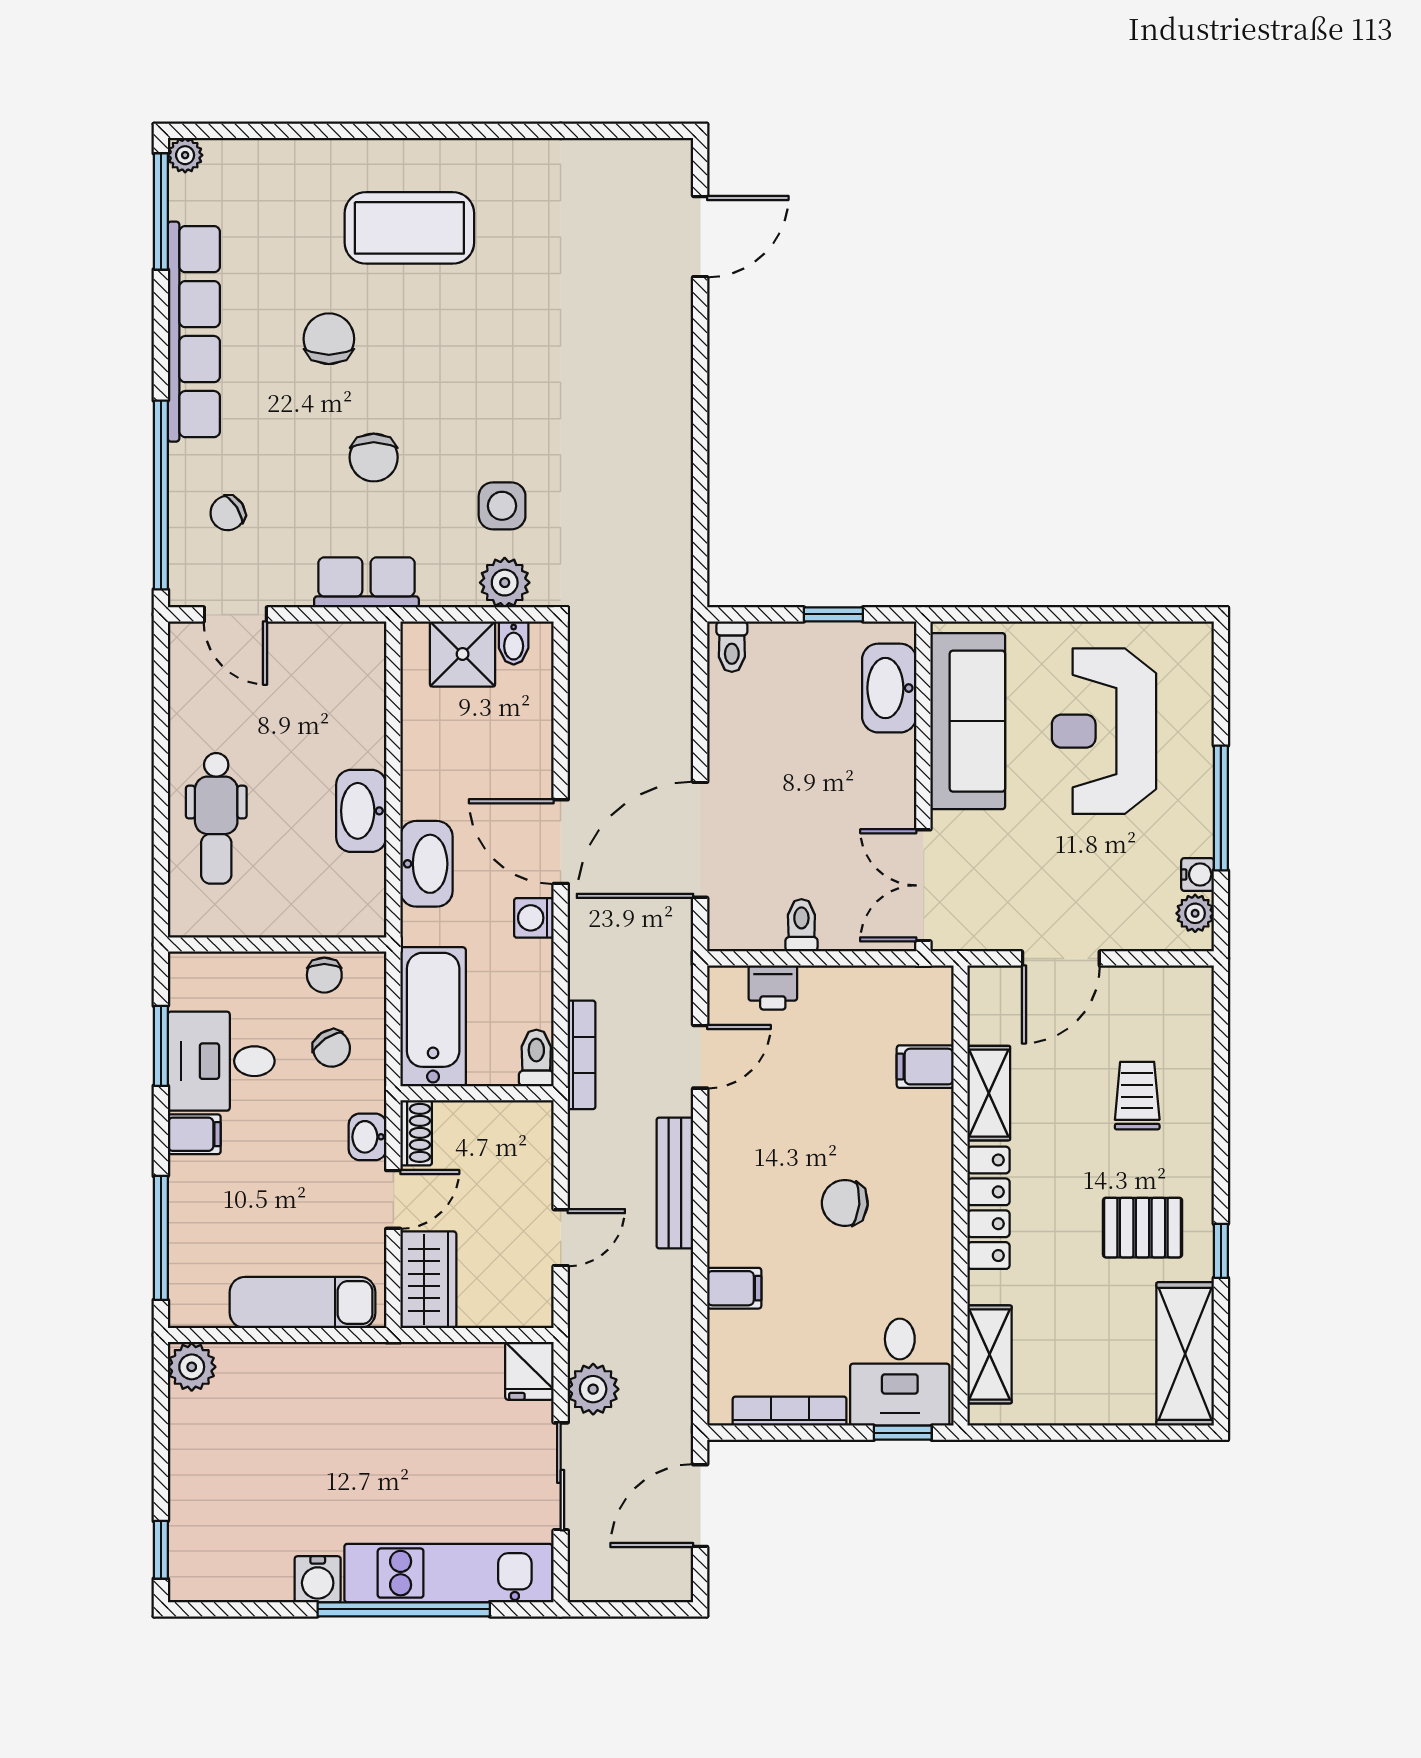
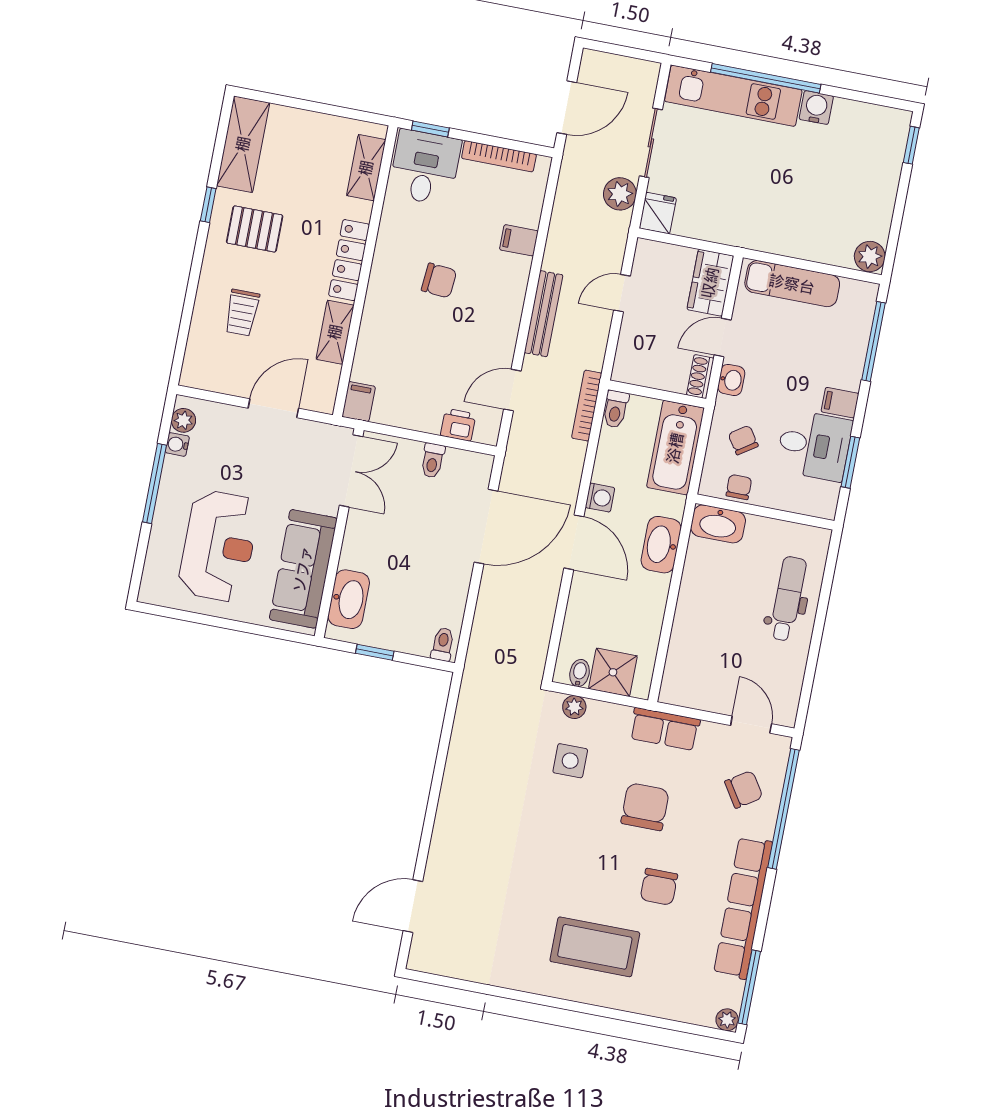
chair: (374, 457) -> (645, 807), width x1.37, depth x1.37
chair: (228, 513) -> (744, 789), width x1.37, depth x1.37
plant: (505, 583) -> (574, 707), width x0.73, depth x0.73
washbasin: (361, 811) -> (718, 524), moved, turned 90
filing cabinet: (925, 1067) -> (359, 402), moved, turned -90

